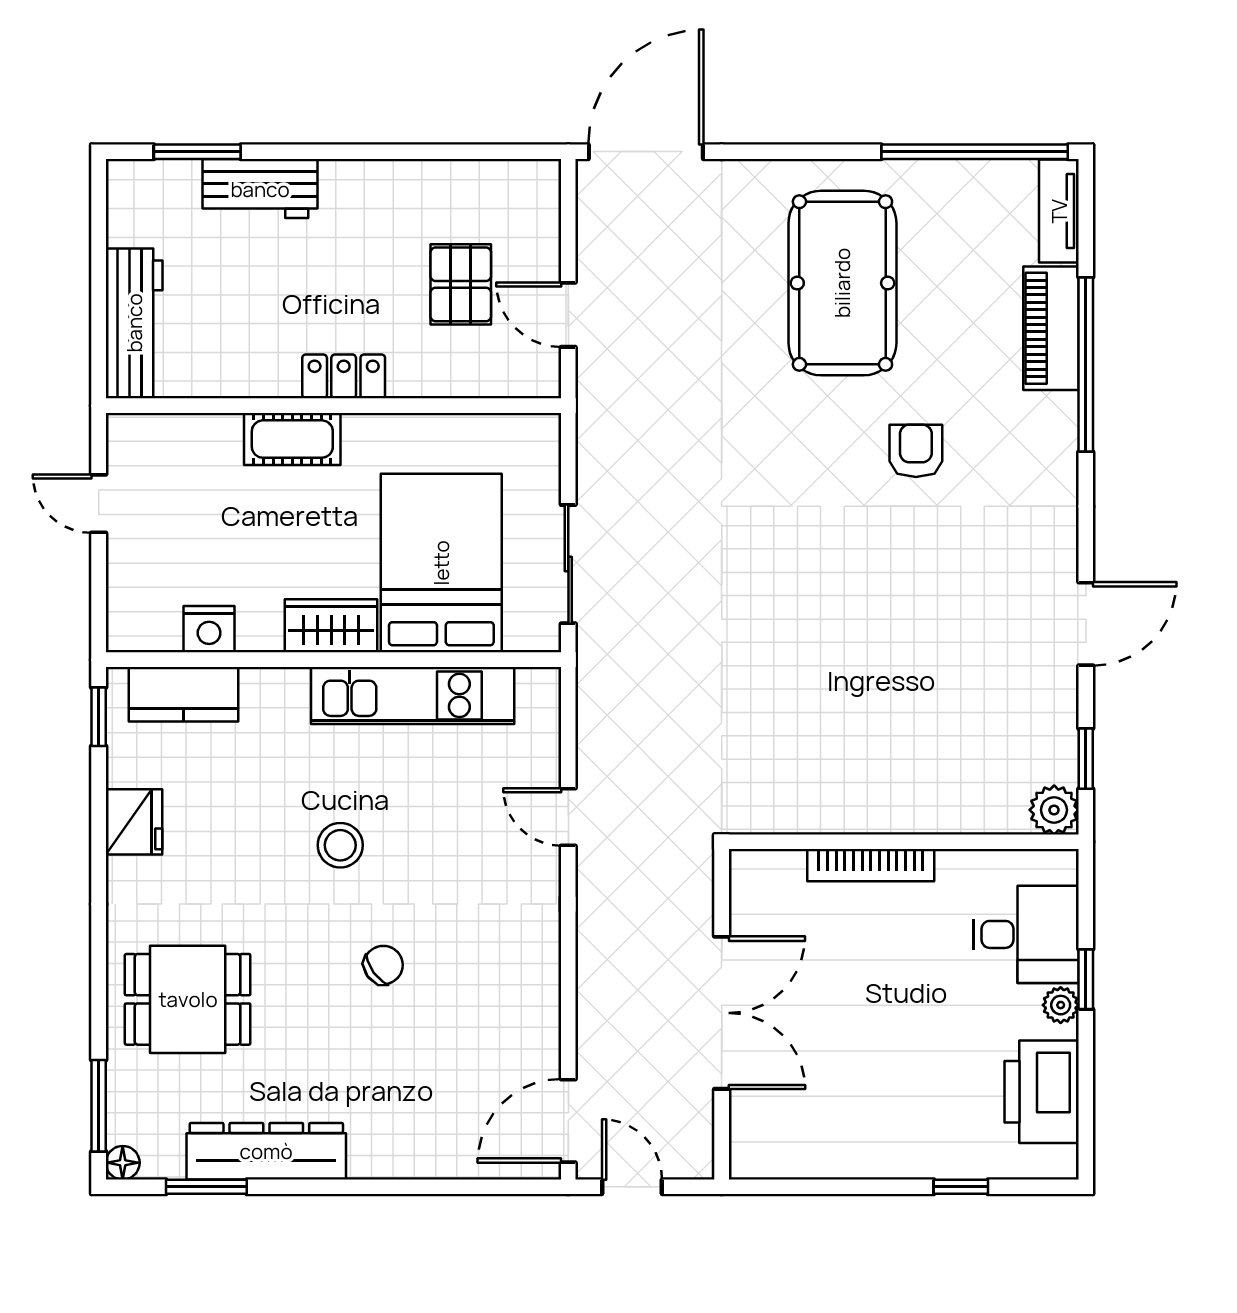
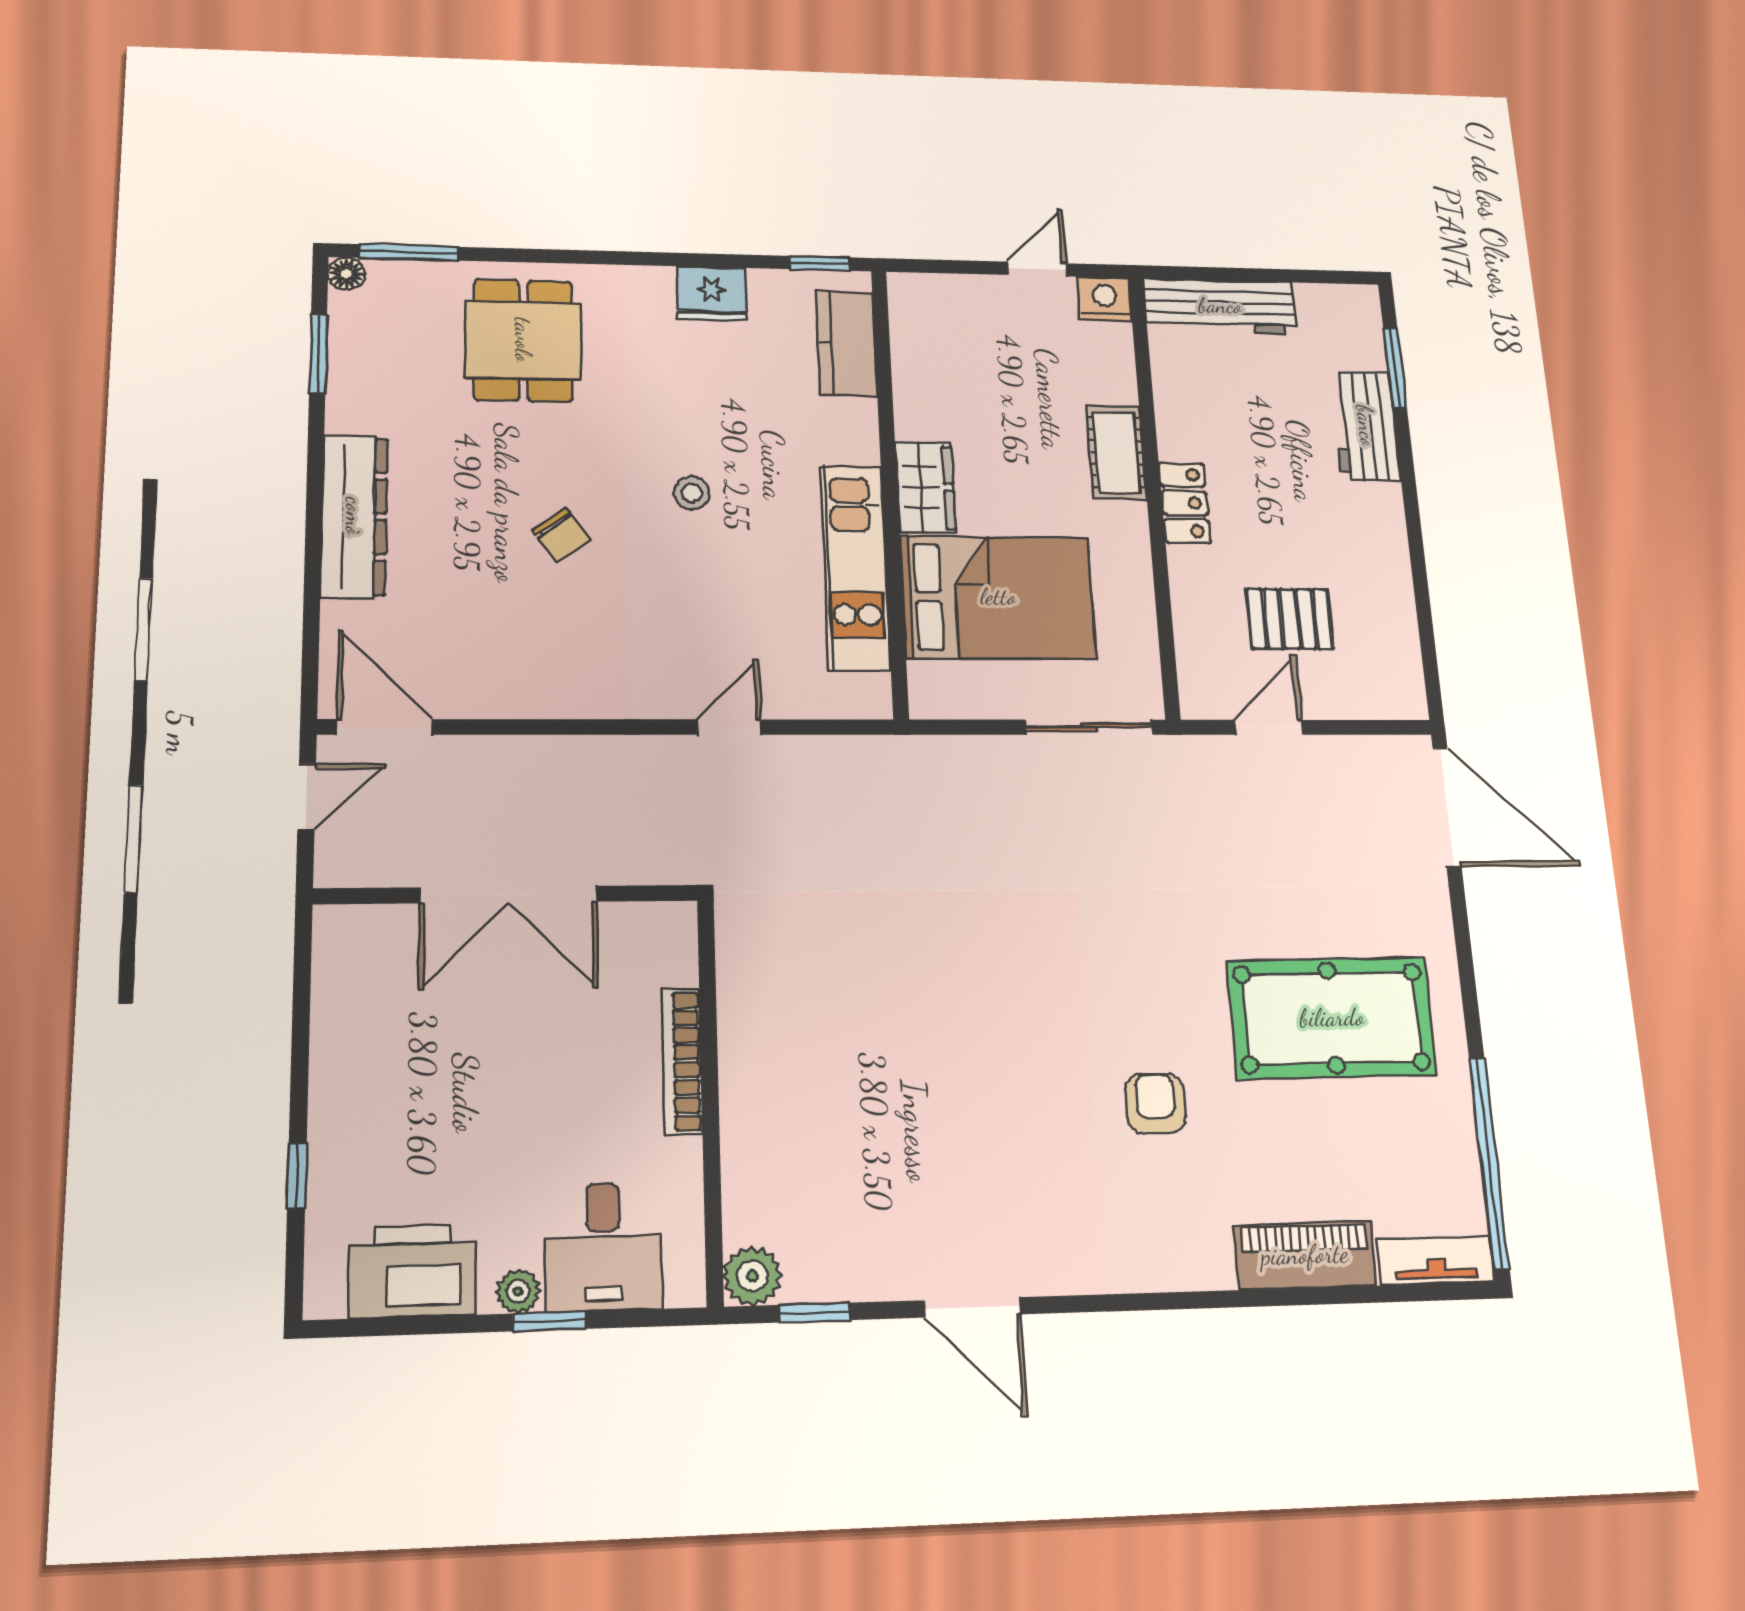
window: (1086, 364) -> (1269, 1298), removed
armchair: (916, 451) -> (1156, 1103), turned -90
sliding door: (568, 564) -> (1089, 727), moved
nightstand: (209, 629) -> (1105, 299), moved, turned 90
stool: (340, 845) -> (692, 493), width x0.73, depth x0.73
dresser: (266, 1151) -> (354, 516), moved

